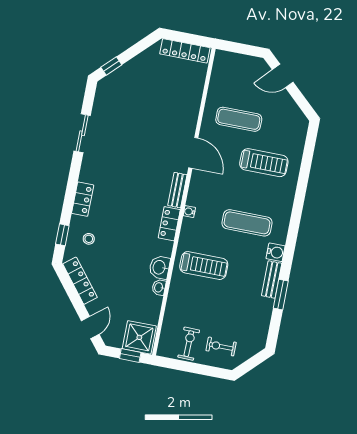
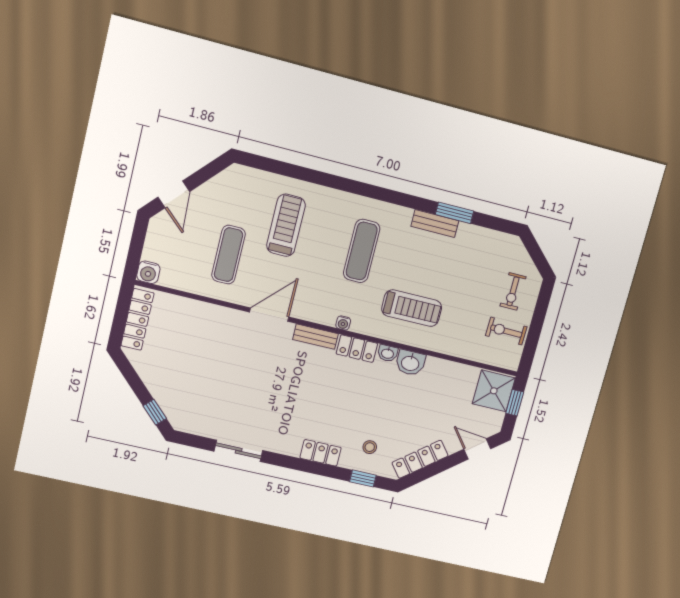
water cooler: (276, 252) -> (148, 272), moved, turned 180
treadmill: (204, 266) -> (412, 308), turned 90
washbasin: (159, 287) -> (388, 353), moved

